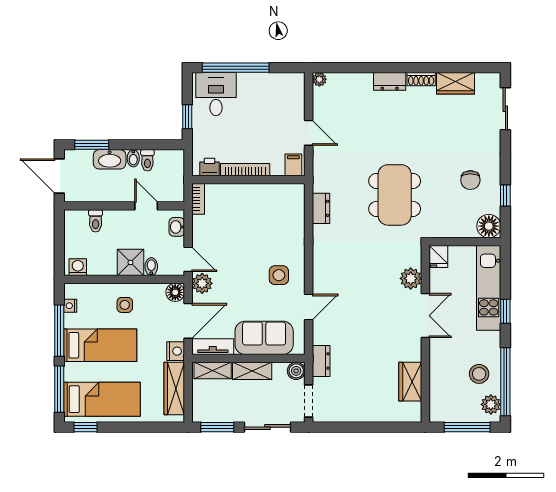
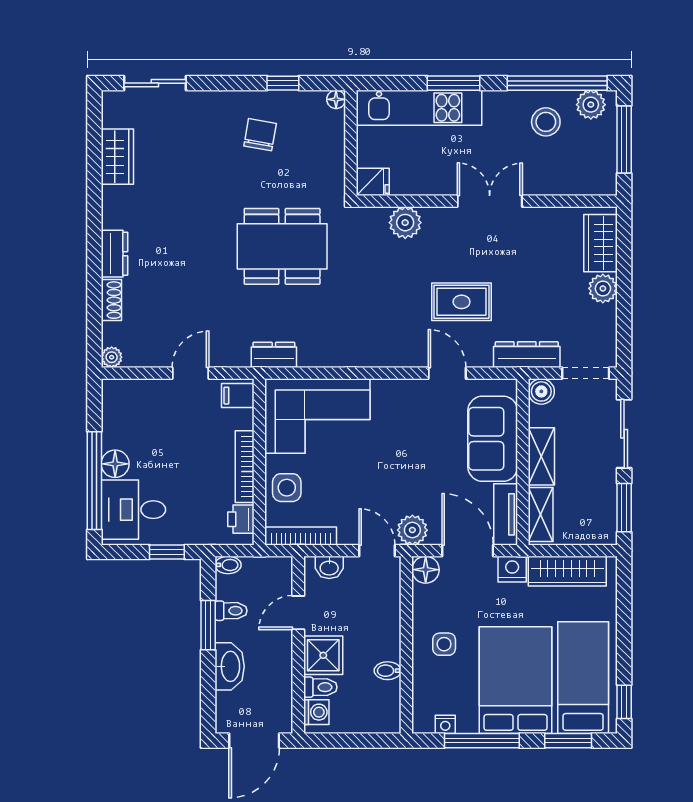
shoe rack: (421, 79) -> (111, 300), moved
floor lamp: (247, 82) -> (115, 464), added
window: (92, 145) -> (208, 625), moved
bidet: (133, 158) -> (228, 565), moved
chair: (470, 180) -> (260, 135), turned -80
bookcase: (198, 199) -> (301, 536), width x1.56
dresser: (321, 208) -> (274, 355), moved
corner sofa: (280, 219) -> (317, 416), added
floor lamp: (489, 226) -> (336, 99), width x0.53, depth x0.53
door: (188, 259) -> (377, 551), hinge flipped
shower: (130, 262) -> (323, 655), moved
washing machine: (78, 267) -> (316, 712), moved, turned 180
bidet: (151, 267) -> (388, 671), moved
side table: (279, 275) -> (287, 488), moved
window: (505, 311) -> (453, 83), width x1.50
double door: (425, 316) -> (490, 201), moved
rug: (357, 317) -> (462, 302), added
bed: (100, 345) -> (516, 680), width x1.50
dresser: (321, 361) -> (527, 355), width x1.44
wardrobe: (410, 382) -> (601, 243), moved, turned 90
window: (59, 389) -> (568, 741), width x0.69
plant: (366, 413) -> (603, 288), added

